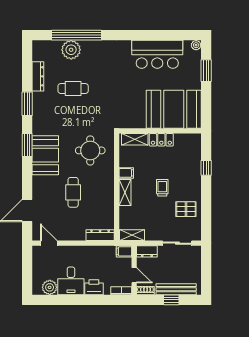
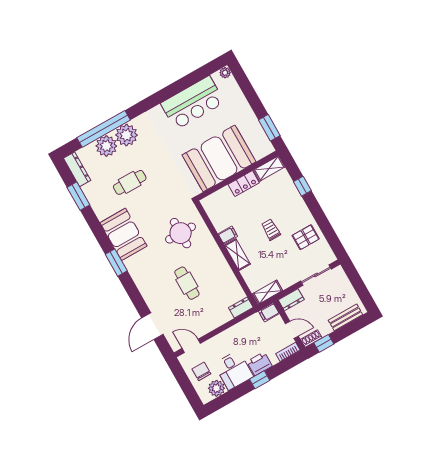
plant: (92, 50) -> (126, 135), added
window: (206, 71) -> (269, 128), moved
dresser: (38, 76) -> (77, 169), moved
window: (27, 104) -> (78, 196), moved
booth: (174, 109) -> (219, 158), moved
shelving: (135, 139) -> (269, 168), moved
booth: (45, 155) -> (123, 234), moved
dresser: (100, 235) -> (241, 307), width x0.70
chair: (45, 268) -> (201, 371), added
bench: (176, 289) -> (345, 317), width x0.73
window: (87, 300) -> (260, 380), added
window: (171, 300) -> (324, 343), moved

